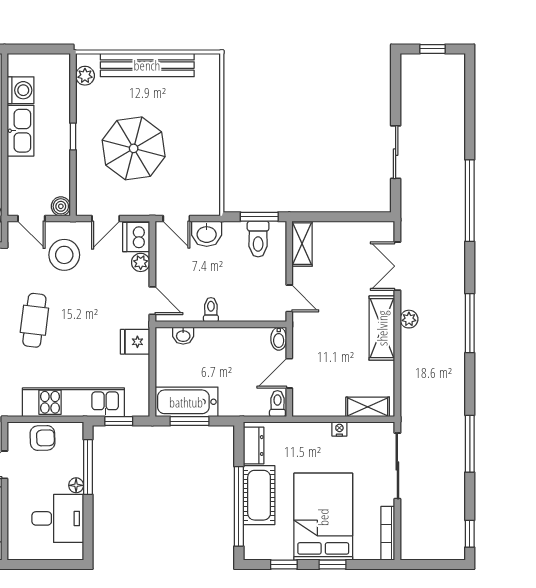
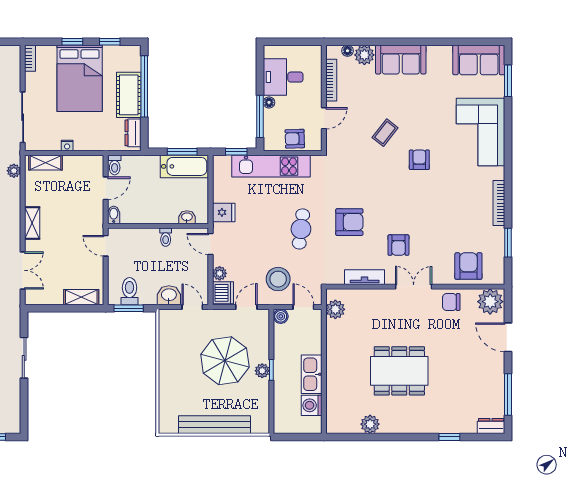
plant: (85, 76) -> (262, 371), moved
shelving: (302, 244) -> (81, 297), moved, turned 90
plant: (409, 319) -> (14, 171), moved
shelving: (382, 328) -> (32, 223), width x0.67, depth x0.75
bookcase: (388, 533) -> (30, 58), width x0.64

